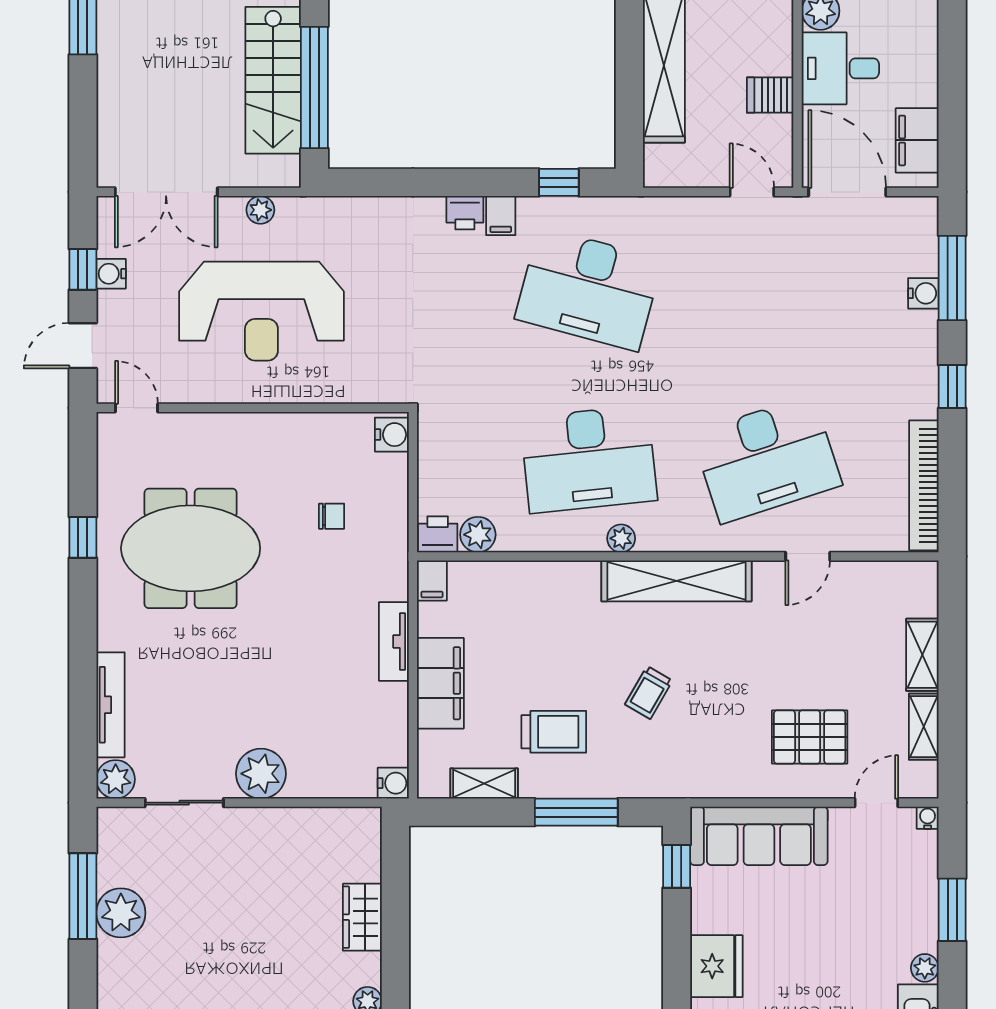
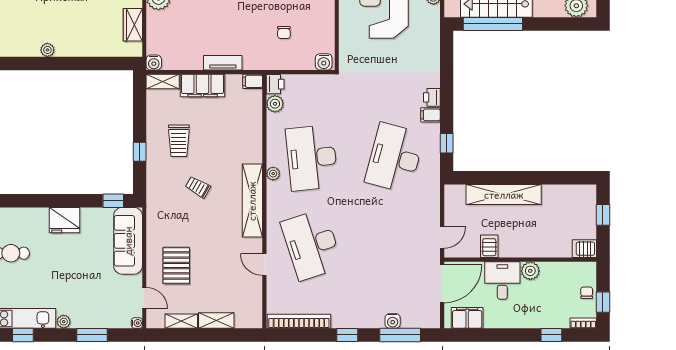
shelving: (484, 783) -> (163, 81), moved, turned 90
window: (576, 812) -> (140, 152), width x0.46
wardrobe: (362, 917) -> (133, 25), moved, turned -90

